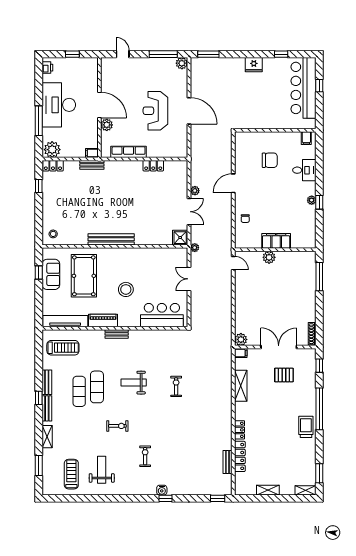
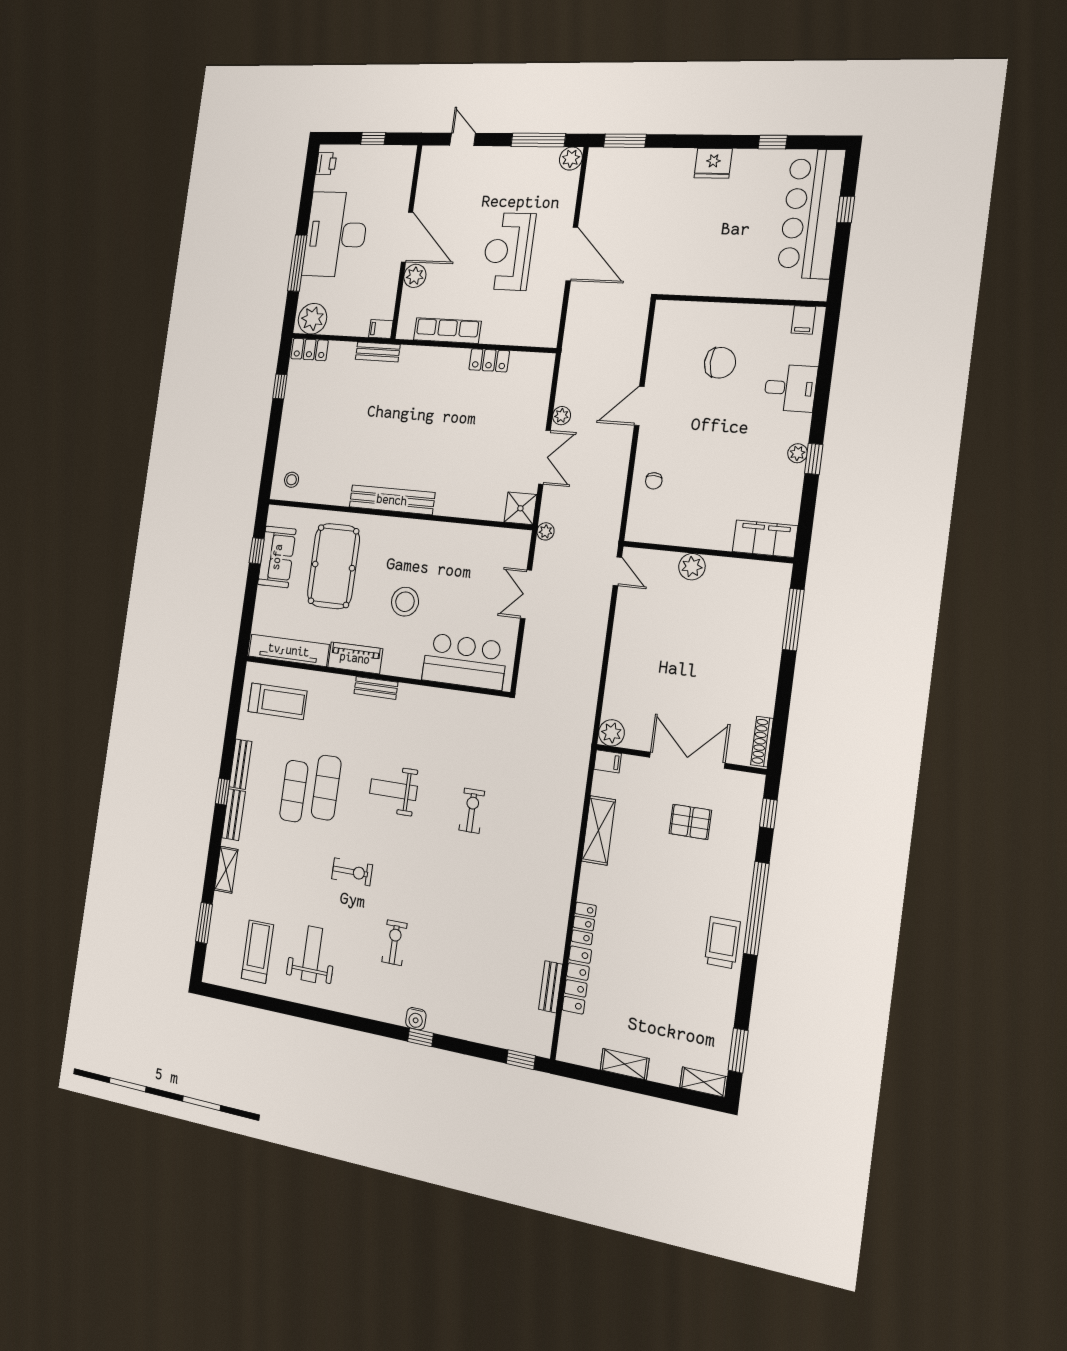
filing cabinet: (276, 241) -> (765, 539), moved

